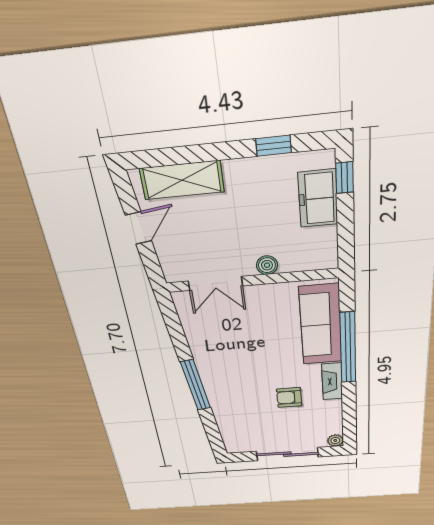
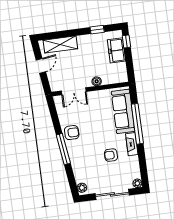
armchair: (212, 359) -> (72, 133), added
plant: (232, 443) -> (82, 188), added

